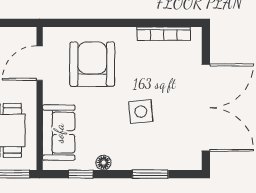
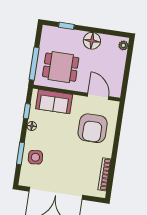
armchair: (92, 64) -> (93, 128), turned 90
side table: (141, 112) -> (35, 157), moved

